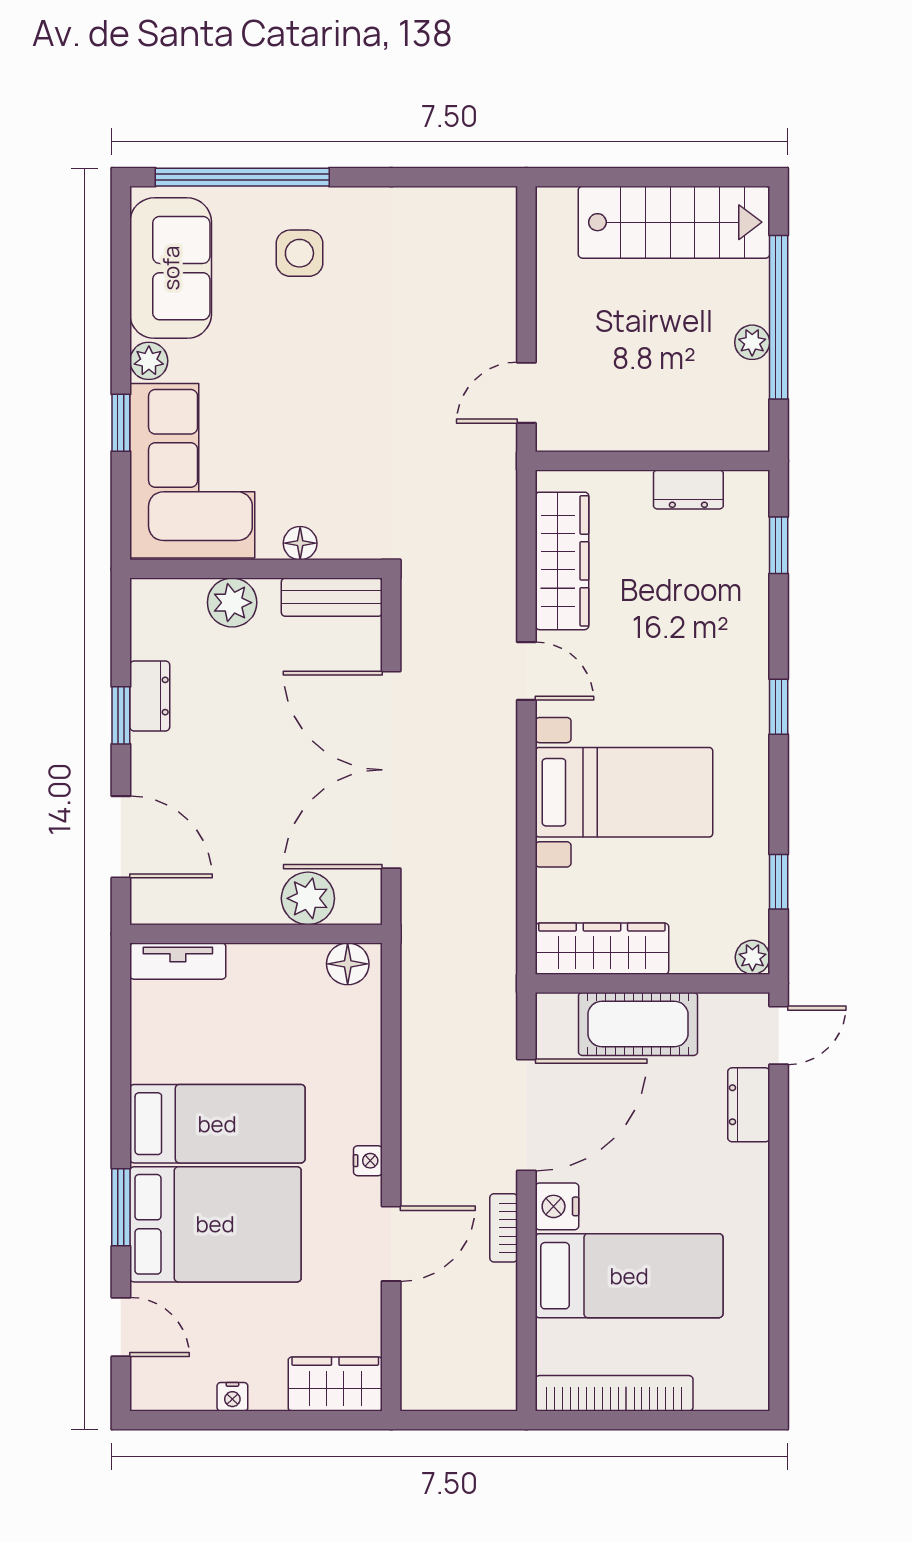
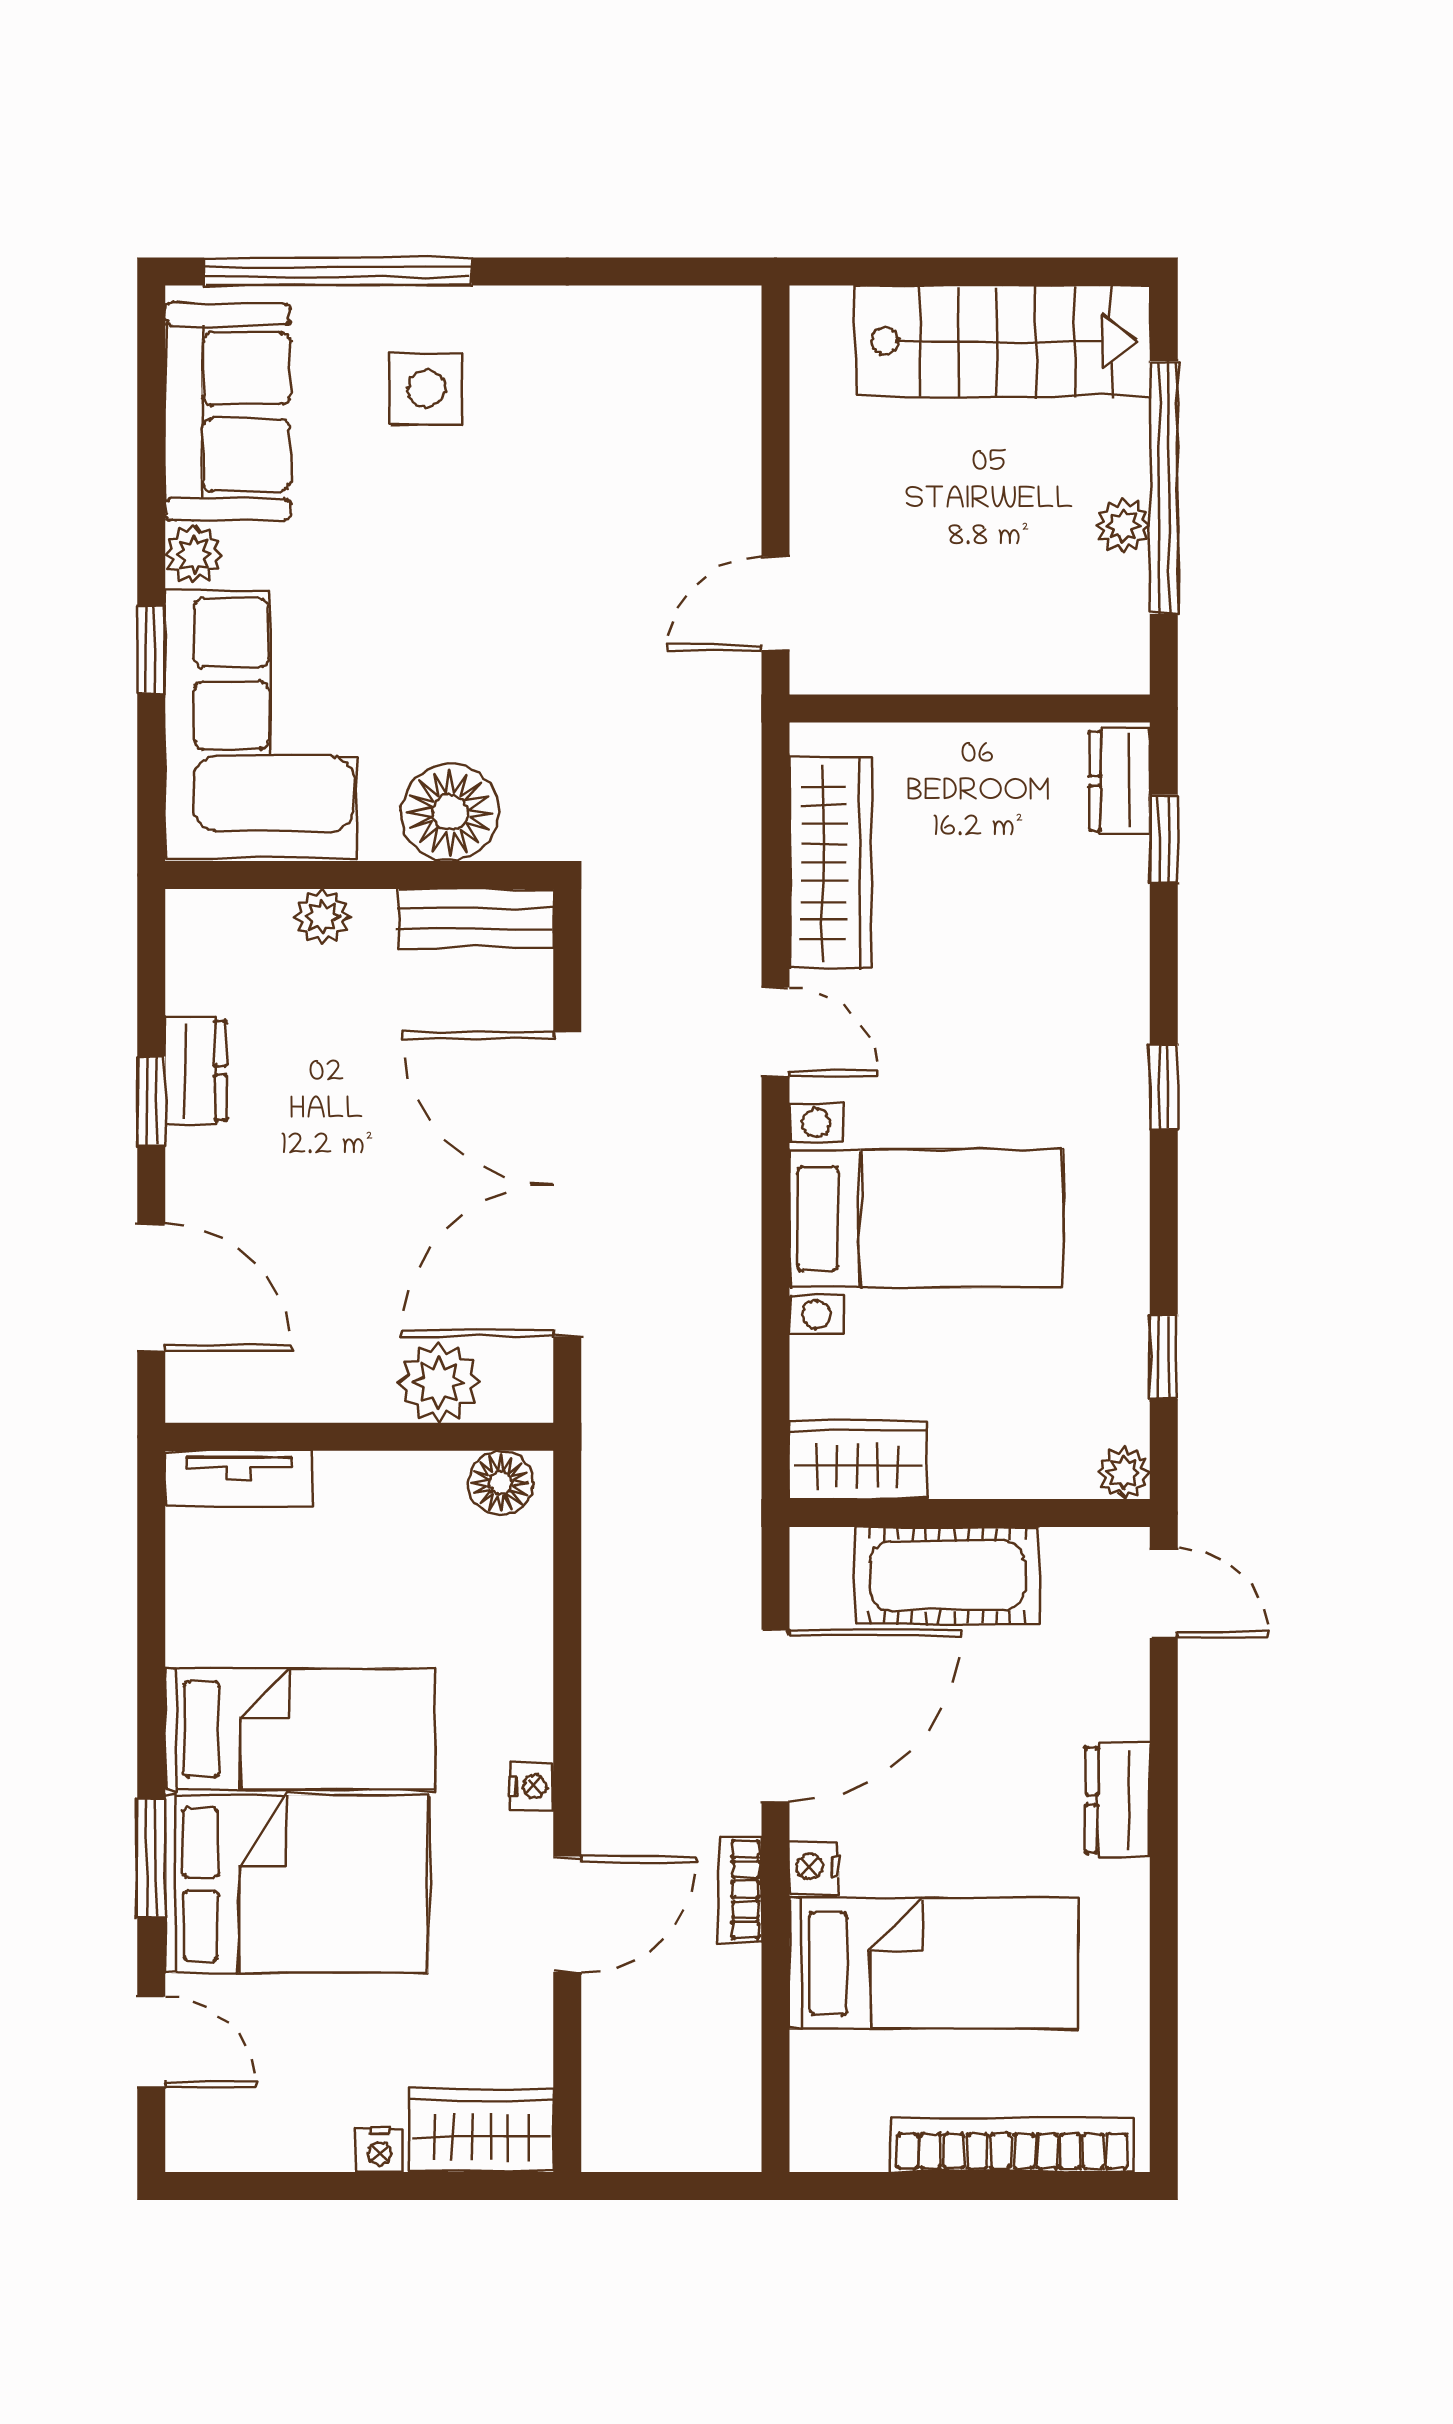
dresser: (688, 489) -> (1120, 781), moved, turned 90
floor lamp: (300, 543) -> (450, 812), width x1.89, depth x1.89
plant: (232, 603) -> (322, 916), width x0.73, depth x0.73
wardrobe: (602, 949) -> (858, 1460), width x0.67
door: (779, 1035) -> (1164, 1593), hinge flipped
dresser: (749, 1105) -> (1118, 1800), moved
nightstand: (557, 1206) -> (814, 1867), width x0.72, depth x0.74
bookcase: (614, 1393) -> (1012, 2144), moved
nightstand: (232, 1397) -> (380, 2150), moved

